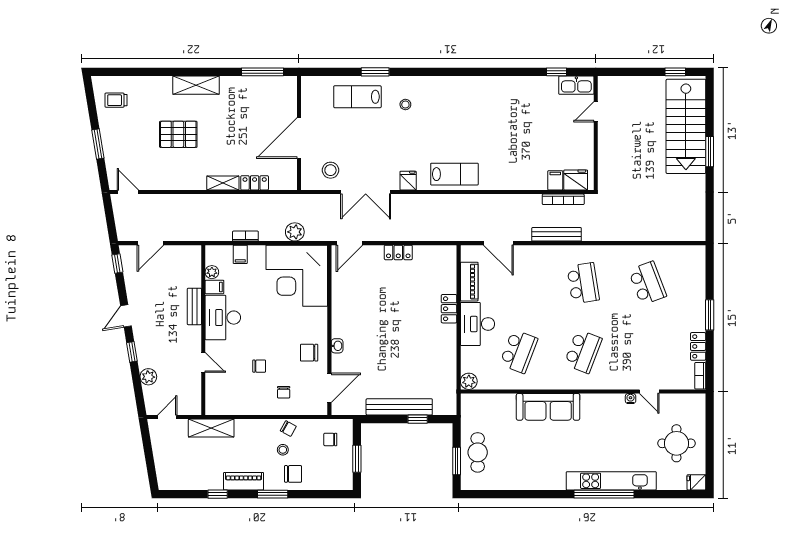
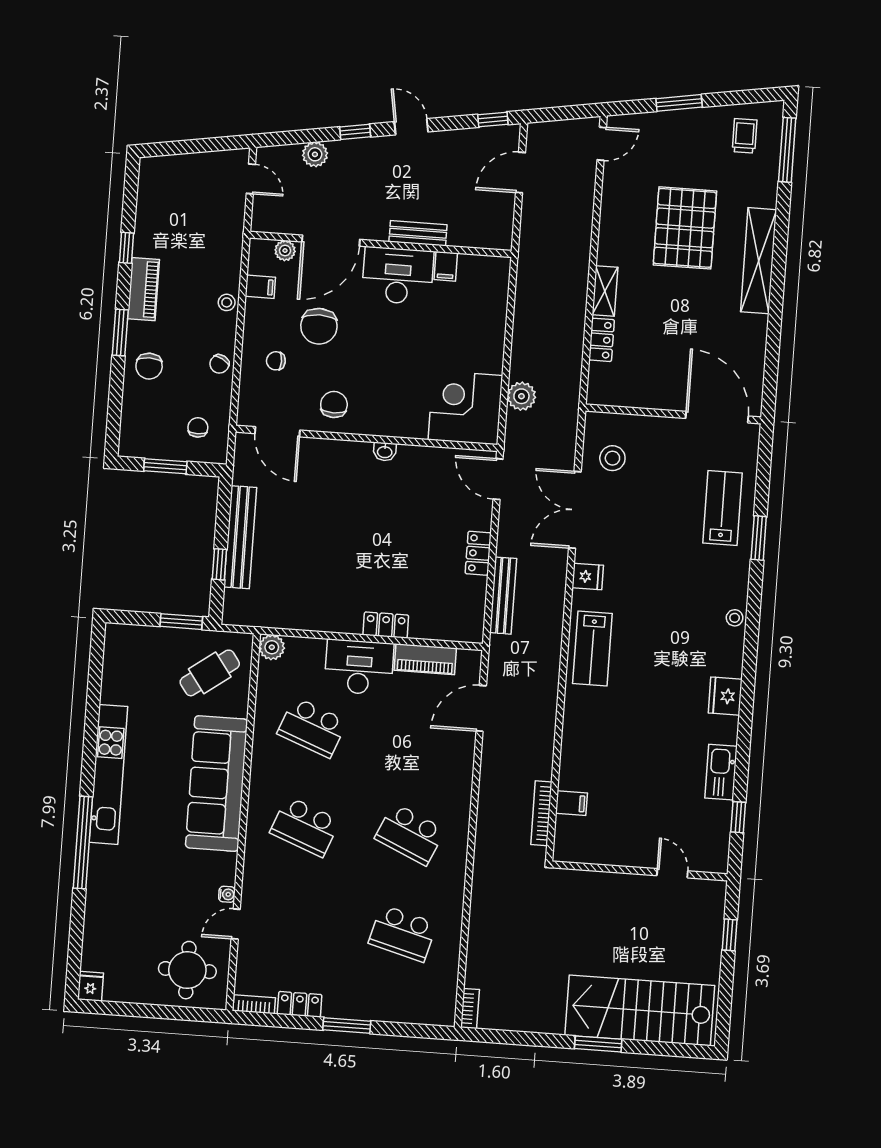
window: (263, 72) -> (787, 150), moved
window: (675, 72) -> (730, 935), moved
shelving: (196, 85) -> (759, 261), width x1.47
kitchen sink: (576, 85) -> (721, 772), moved
stool: (405, 105) -> (735, 618), moved
pallet: (178, 134) -> (685, 228), width x1.37, depth x1.41
door: (299, 138) -> (717, 417), moved
fridge: (576, 180) -> (725, 696), moved, turned 180
bench: (557, 234) -> (503, 596), moved
bookcase: (245, 236) -> (470, 1009), moved
door: (150, 243) -> (521, 173), hinge flipped
filing cabinet: (240, 254) -> (260, 287), moved, turned 180
plant: (212, 272) -> (285, 251), moved
corner desk: (297, 276) -> (465, 408), width x0.74, depth x0.74
school desk: (583, 283) -> (410, 834), turned 33
school desk: (647, 283) -> (403, 933), turned 36
washbasin: (337, 346) -> (385, 452), moved
door: (203, 362) -> (331, 241), width x1.88
chair: (259, 366) -> (319, 326), width x1.87, depth x1.87
sofa: (548, 407) -> (217, 783), width x1.36, depth x1.27
shelving: (211, 428) -> (229, 245), removed
round table: (676, 443) -> (187, 970), moved
stool: (283, 450) -> (227, 302), moved
cafe table: (478, 452) -> (210, 673), moved, turned -36
window: (457, 461) -> (181, 622), moved
kitchen unit: (611, 481) -> (108, 774), moved

